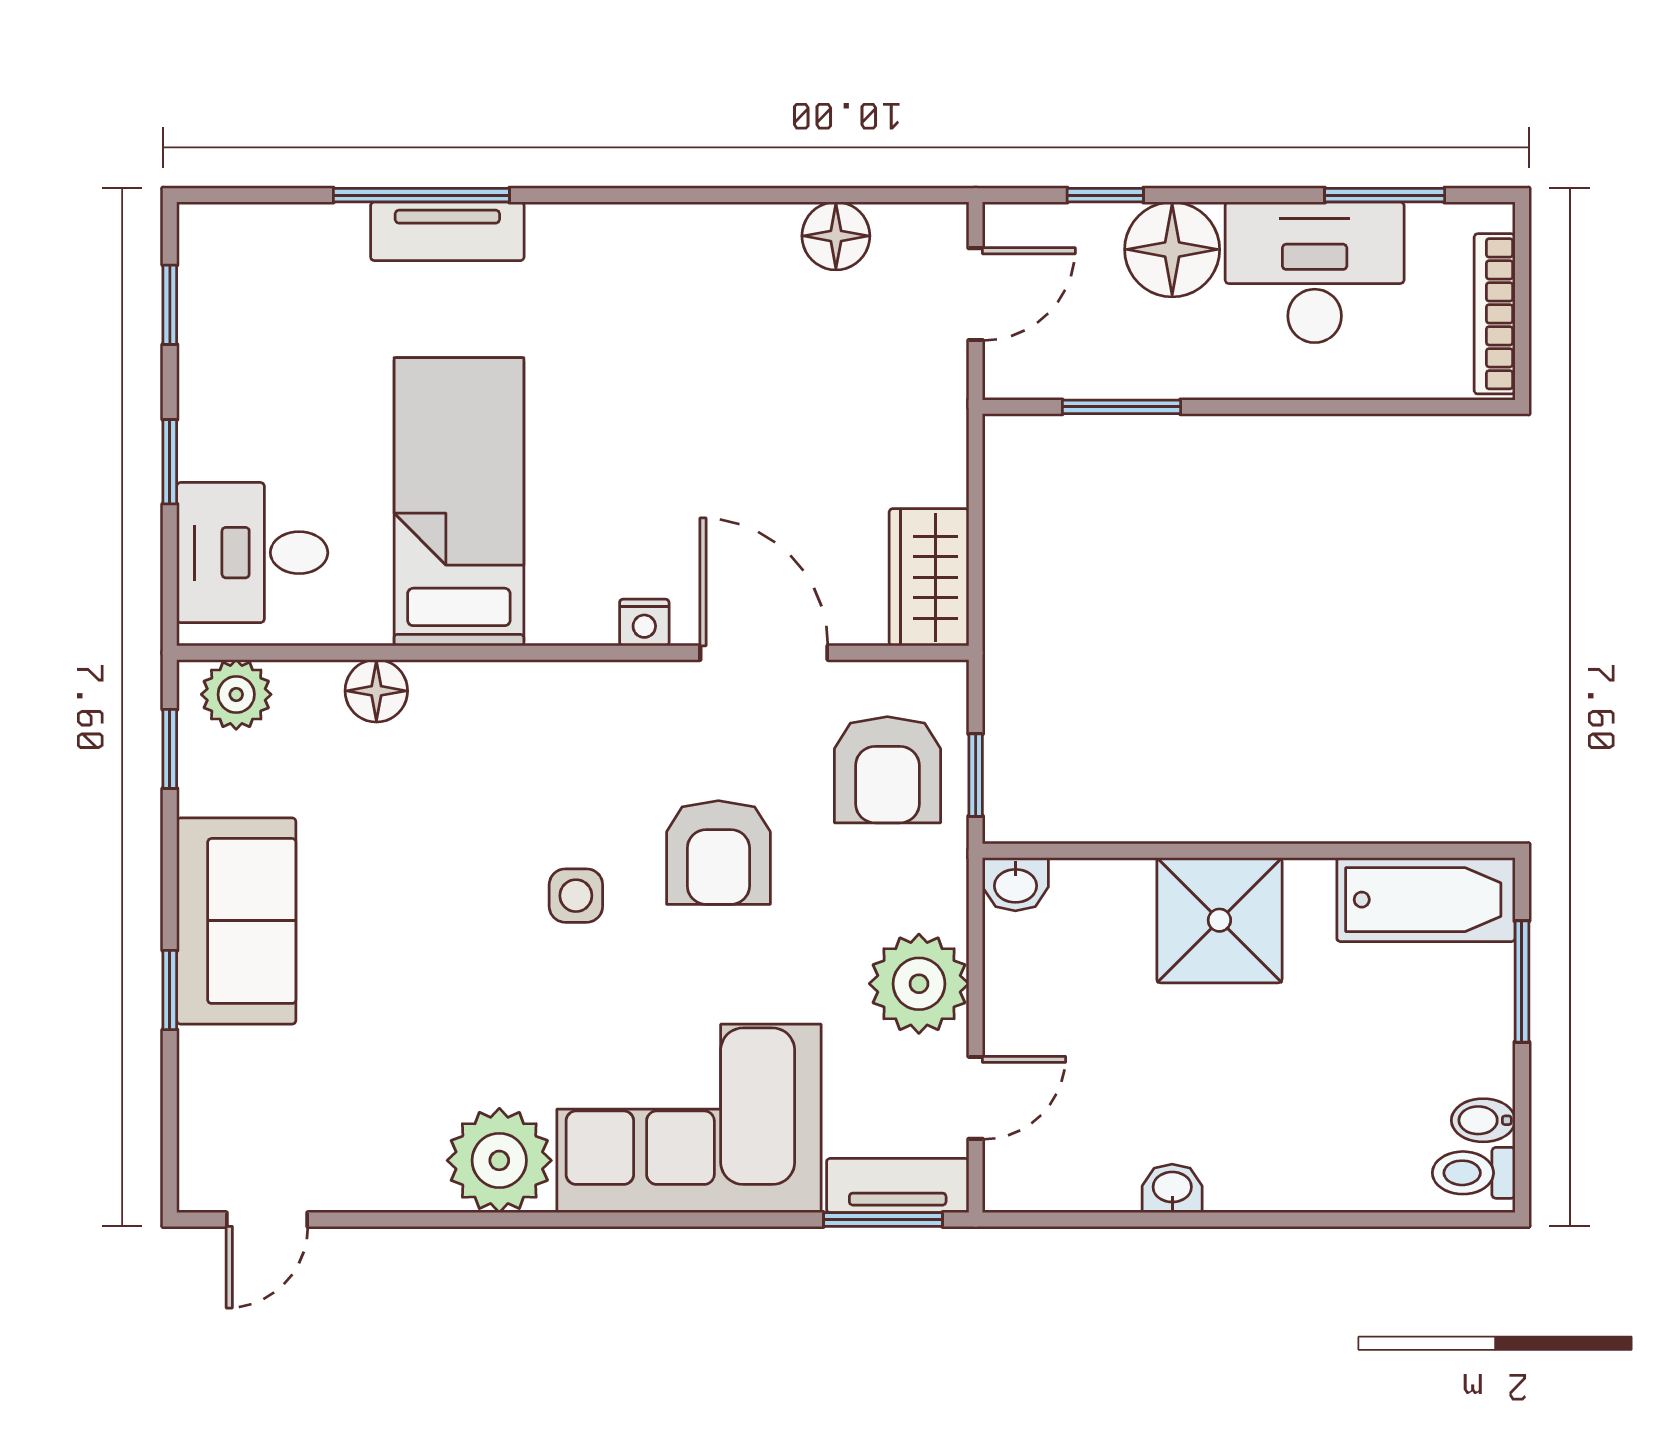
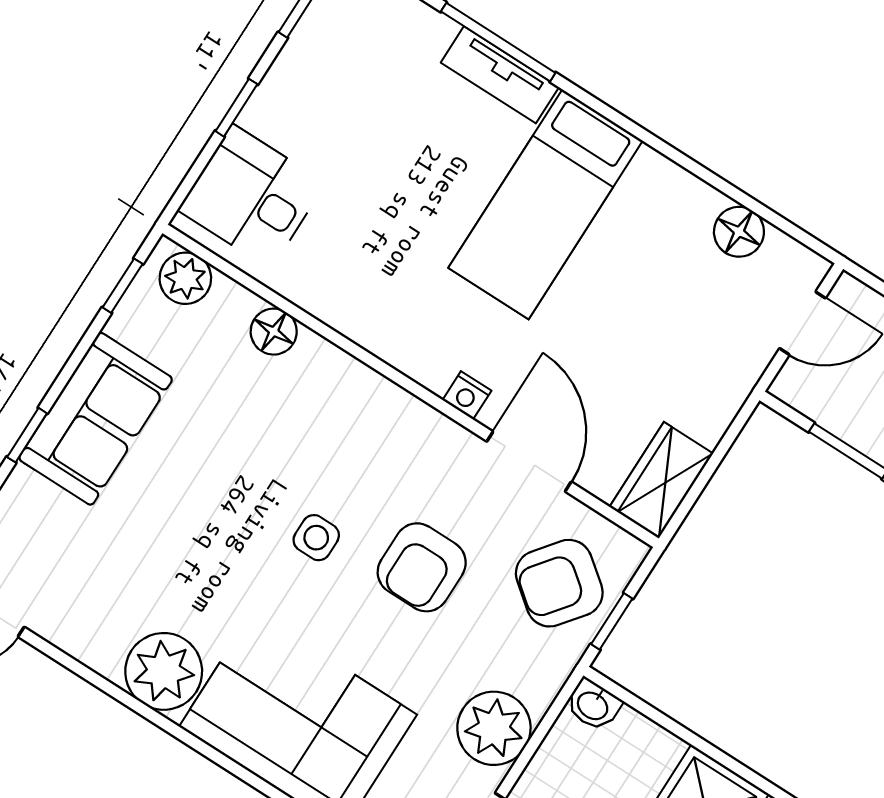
bed: (459, 502) -> (546, 204), moved, turned 180
armchair: (887, 770) -> (559, 583), turned 38

